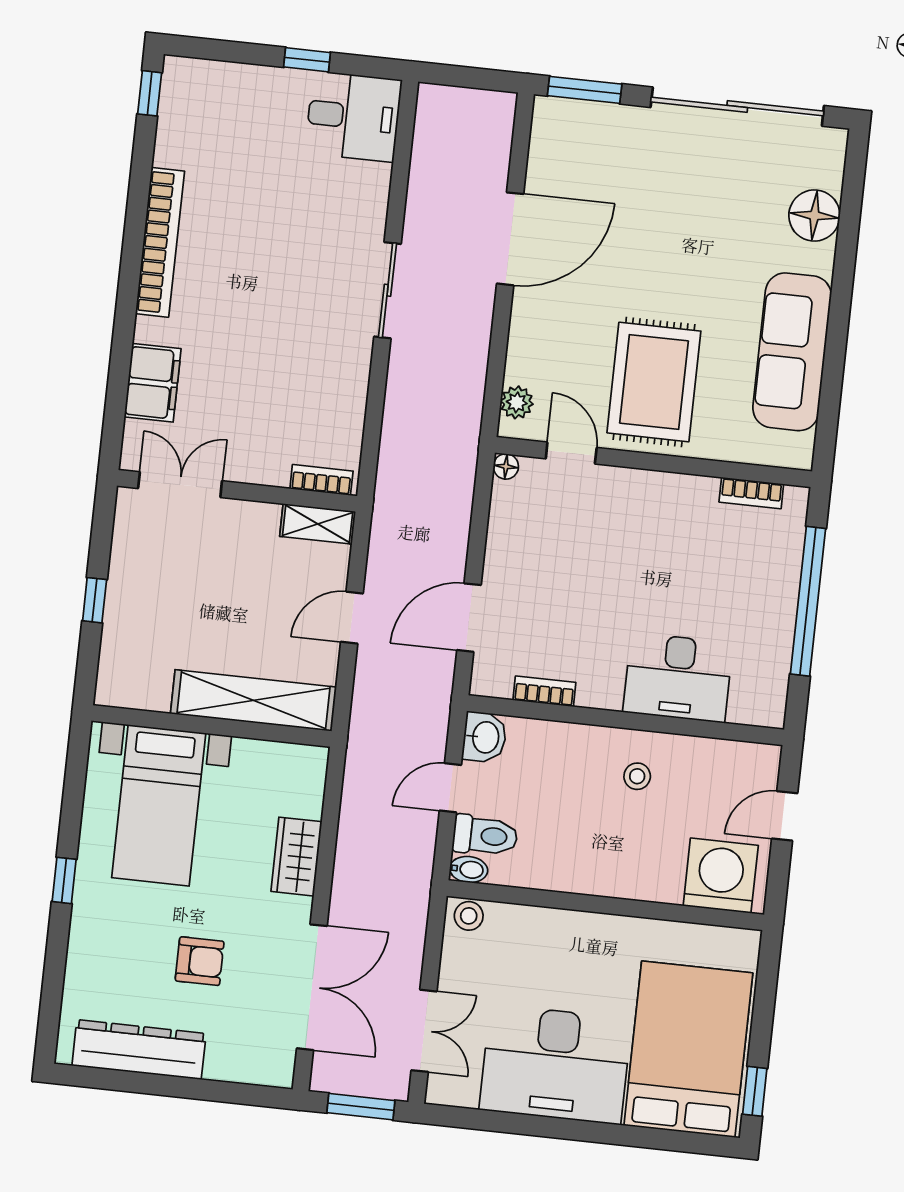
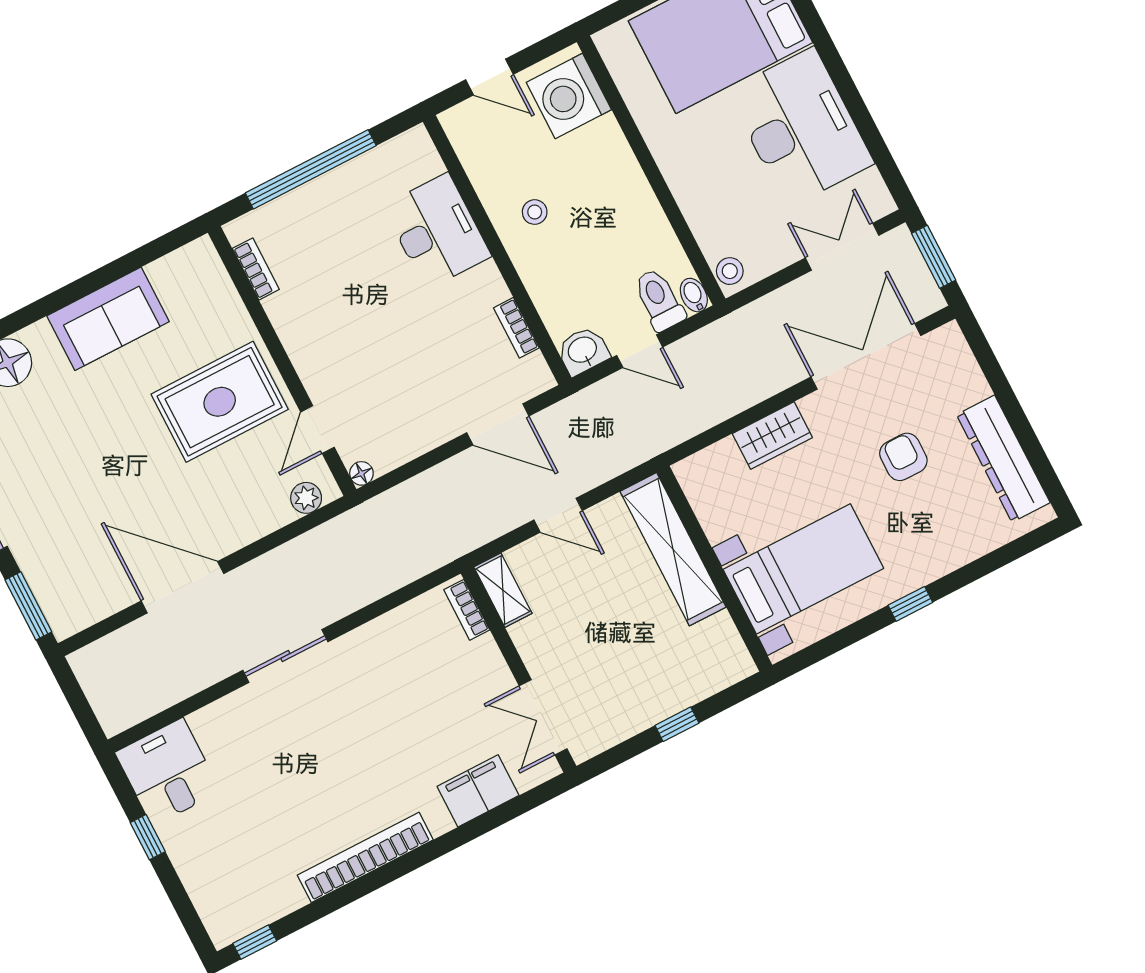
sofa: (792, 352) -> (108, 319), width x0.73

